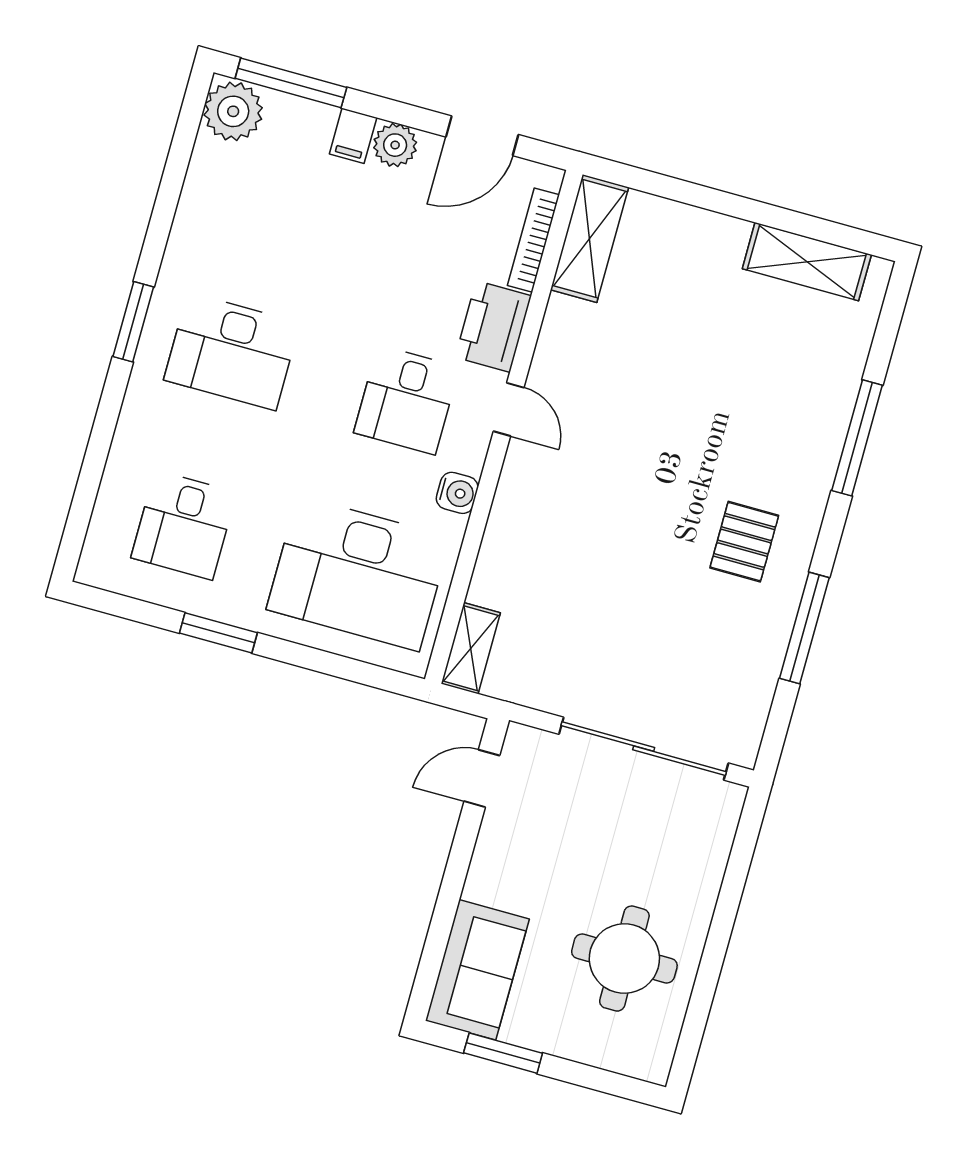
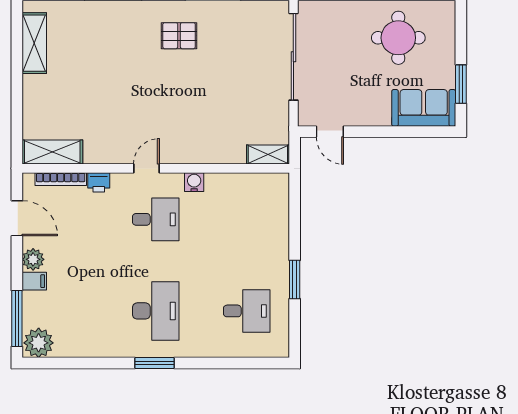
printer: (493, 326) -> (99, 182), width x0.53, depth x0.68
desk: (358, 573) -> (247, 219), removed

